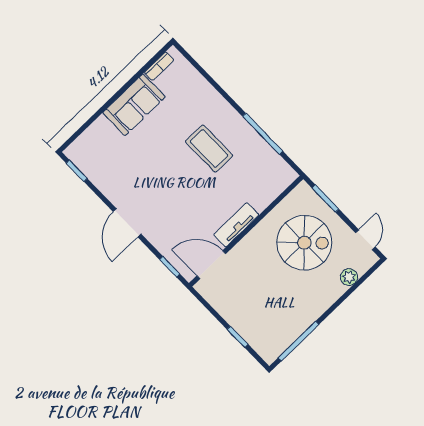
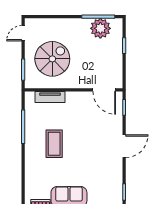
tv unit: (236, 225) -> (50, 97), moved
spiral stairs: (304, 243) -> (52, 59), turned 90
plant: (349, 277) -> (100, 28), moved, width x1.87, depth x1.87

